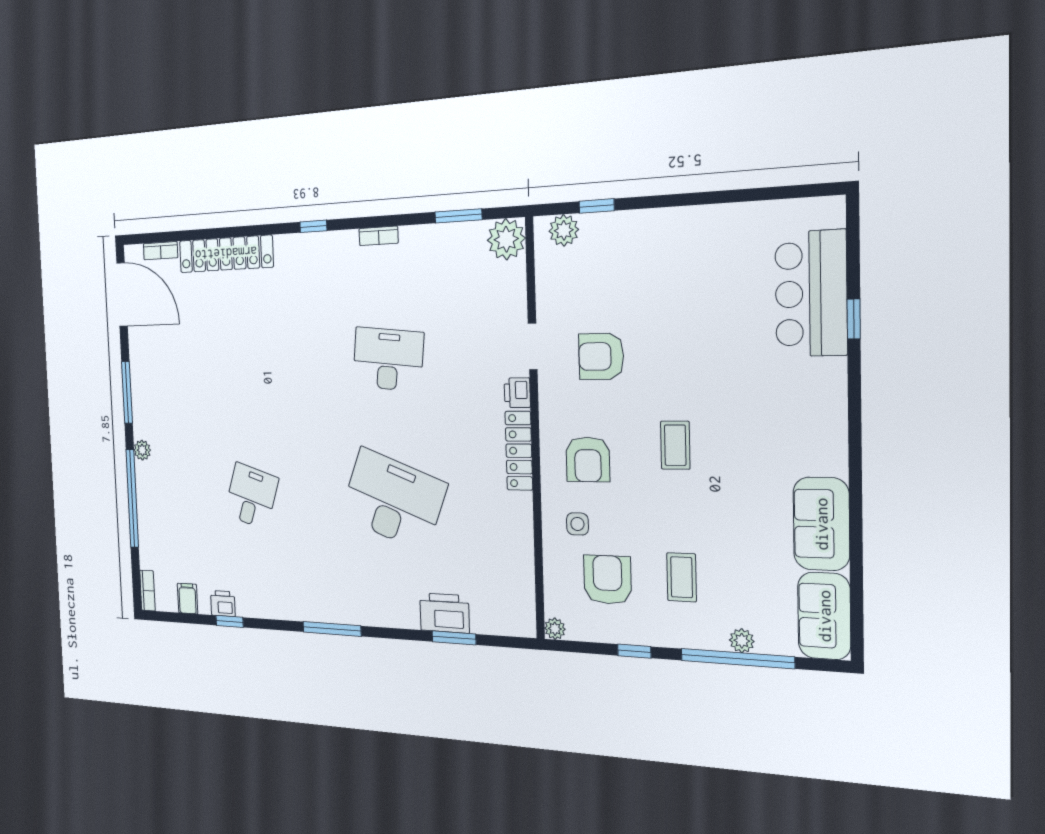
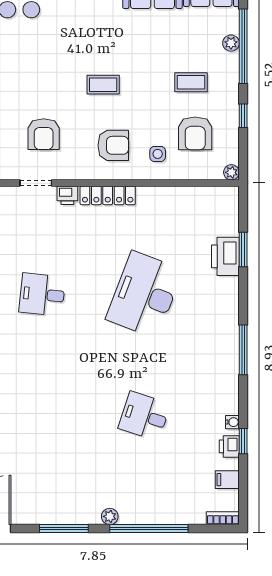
desk: (388, 359) -> (42, 295), width x0.73
armchair: (607, 580) -> (195, 133), turned -90
water cooler: (250, 609) -> (232, 422), added

